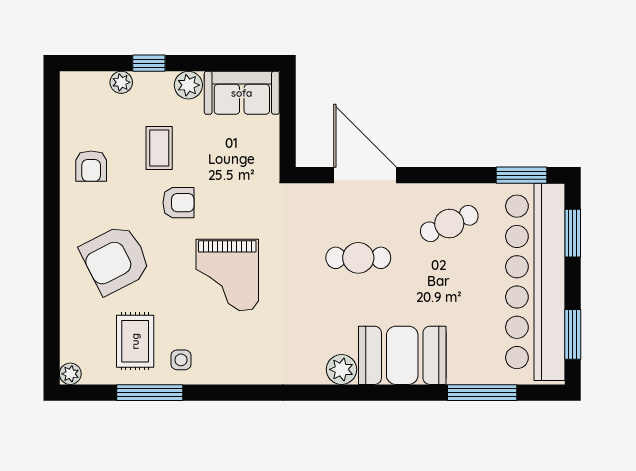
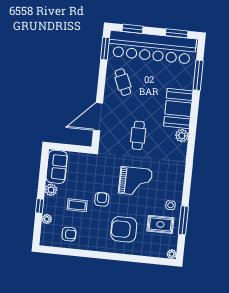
armchair: (91, 166) -> (69, 234), moved
cafe table: (358, 258) -> (138, 135), moved
armchair: (115, 259) -> (124, 229), turned 117

